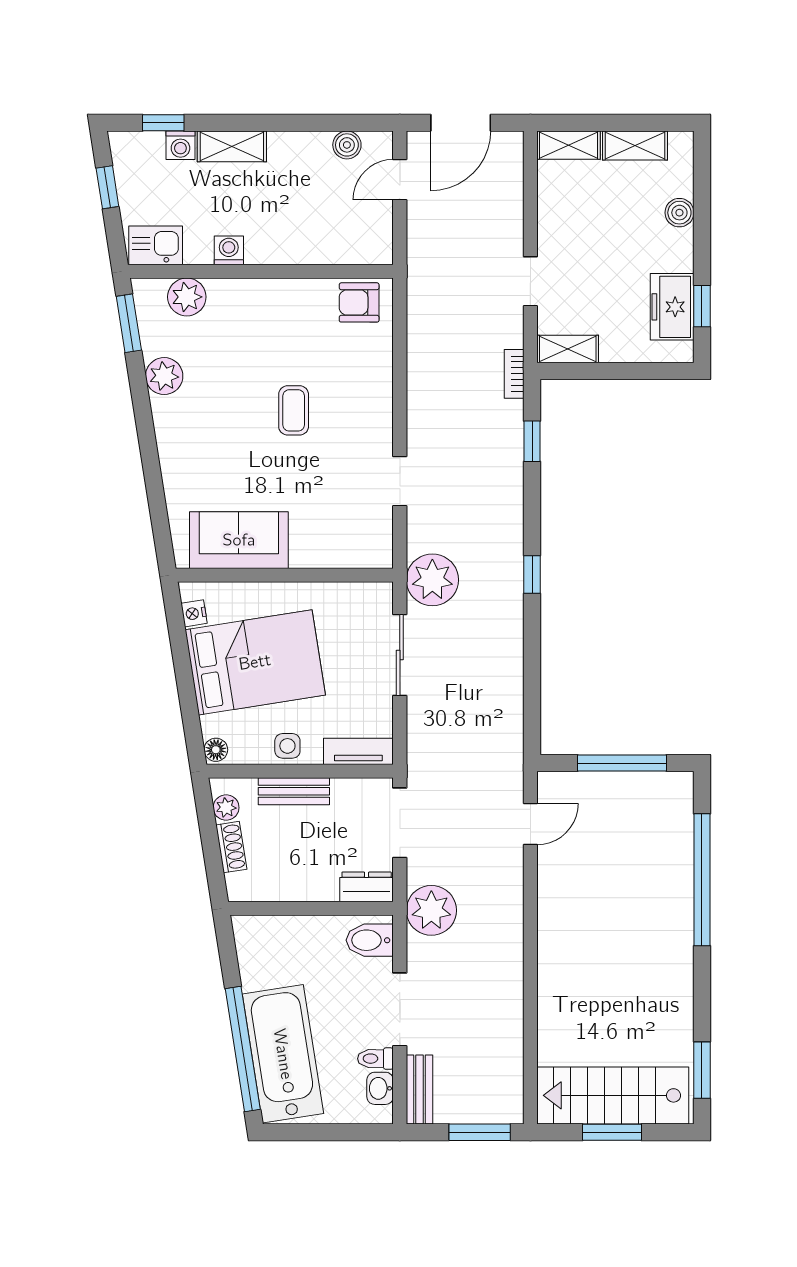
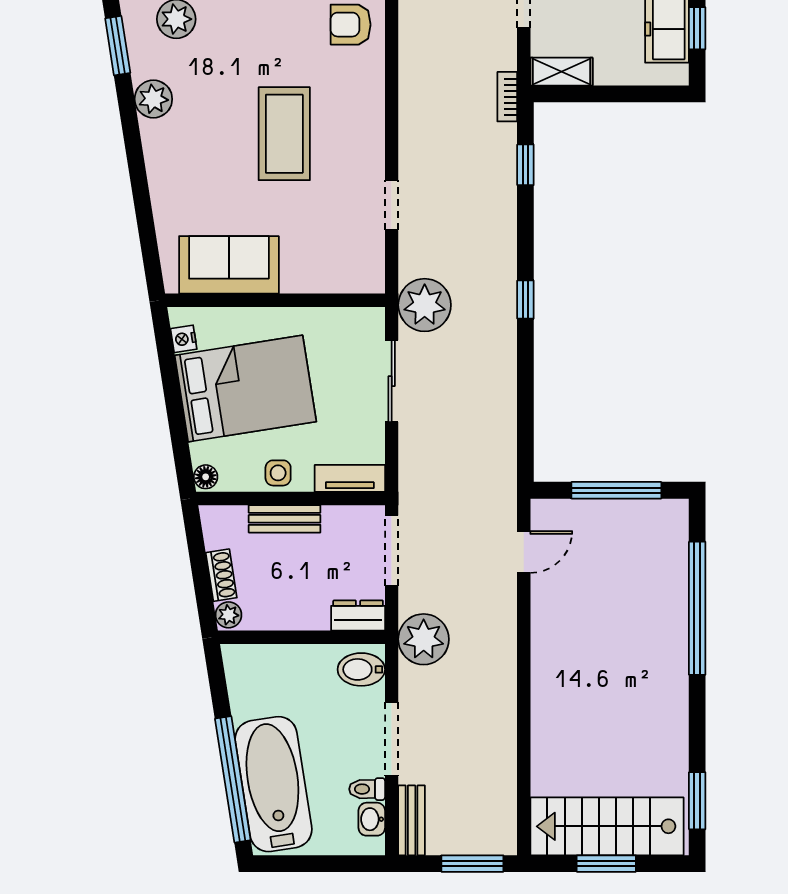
coffee table: (294, 410) -> (284, 134), width x1.86, depth x1.72
plant: (226, 808) -> (229, 615), moved

